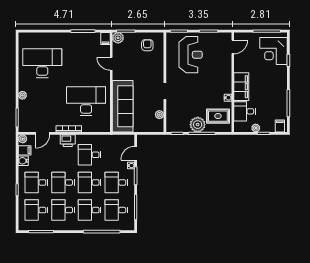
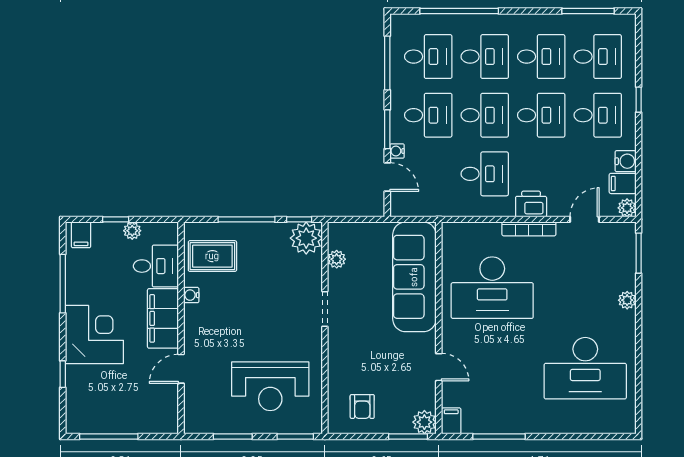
door: (233, 47) -> (181, 369), moved
corner desk: (274, 51) -> (94, 334), moved
reception desk: (191, 55) -> (270, 386), turned -90
plant: (198, 125) -> (306, 238), moved
door: (136, 153) -> (387, 177), hinge flipped

